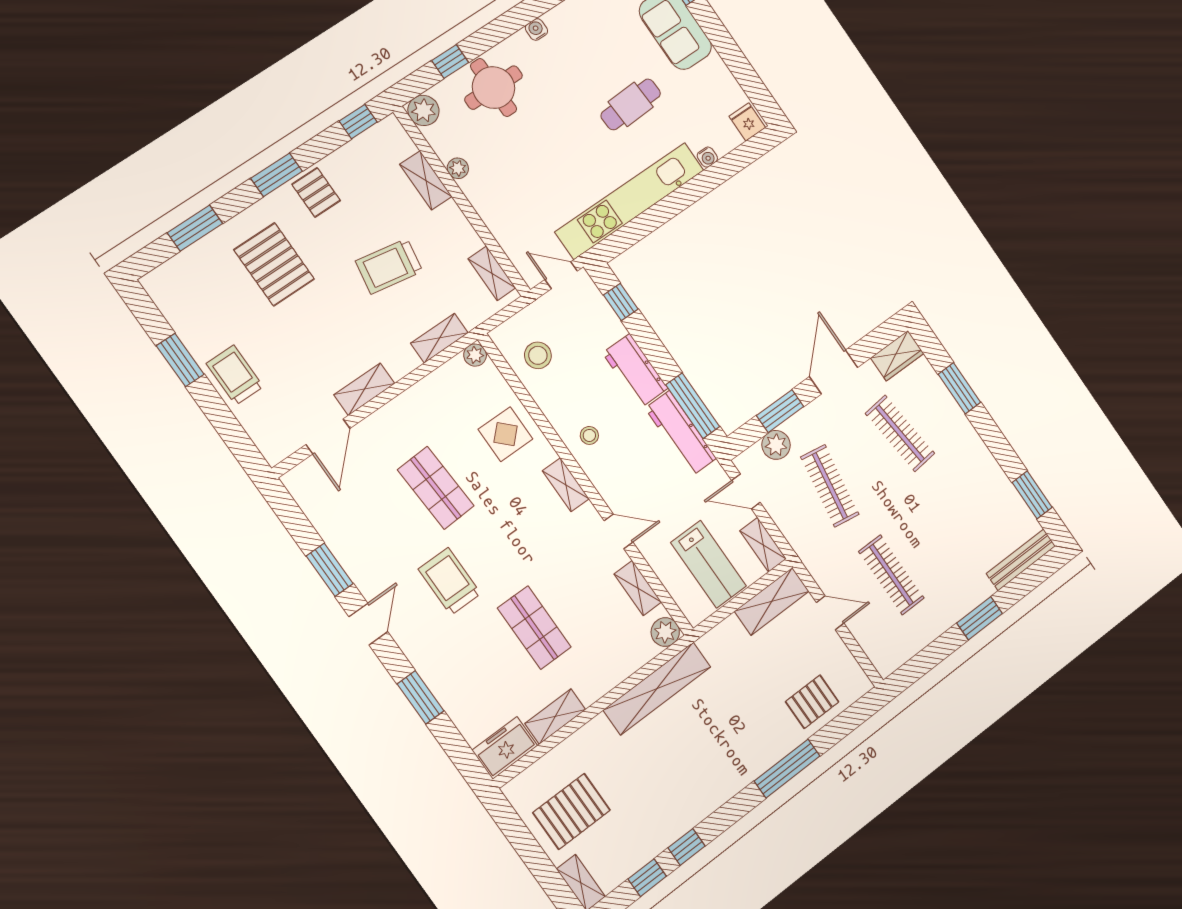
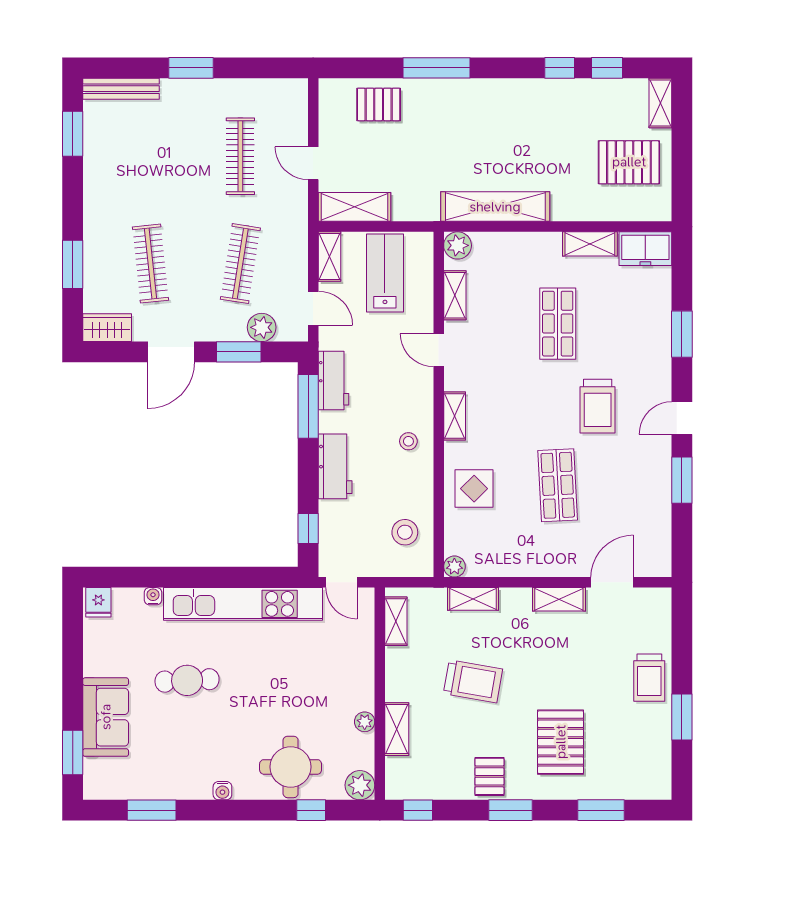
workbench: (681, 433) -> (333, 380), width x0.73

